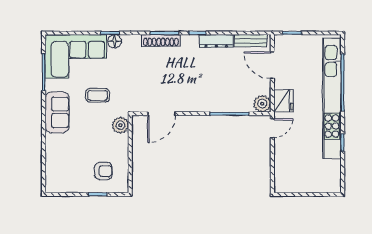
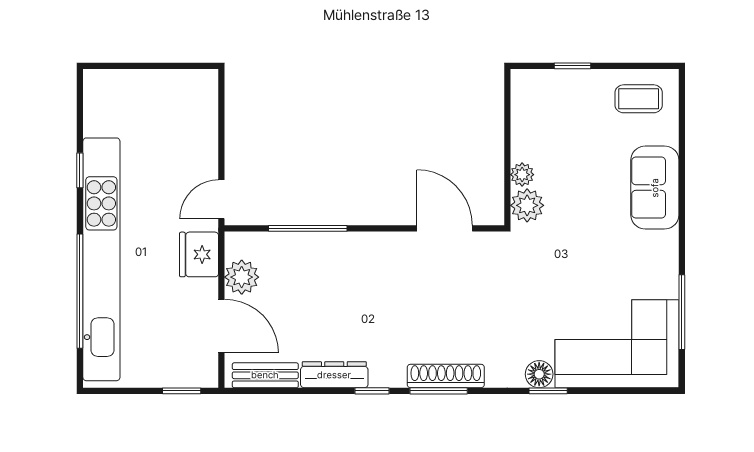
coffee table: (98, 95) -> (639, 99), moved
plant: (262, 104) -> (242, 277), moved
sofa: (57, 112) -> (655, 188), moved
door: (161, 114) -> (445, 228), hinge flipped
plant: (123, 140) -> (522, 175), added
armchair: (103, 171) -> (561, 113), removed

